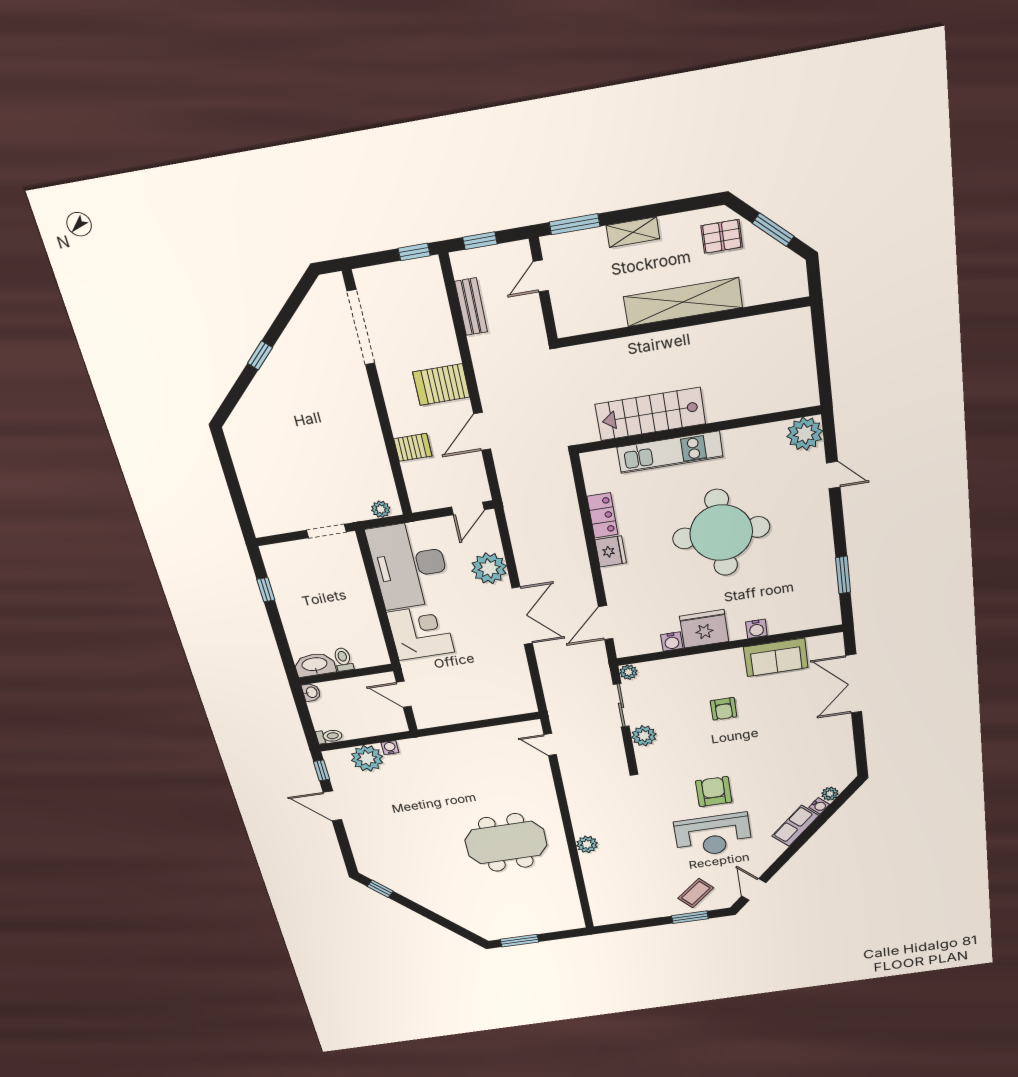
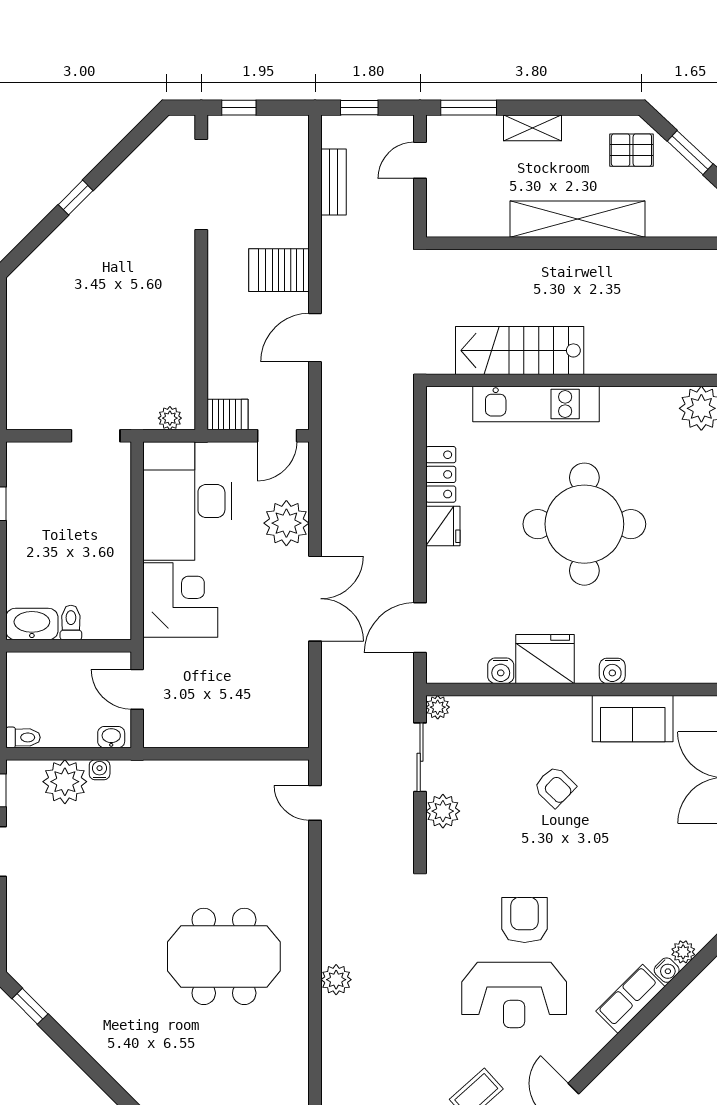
window: (414, 252) -> (239, 108), moved
server rack: (413, 447) -> (228, 415), moved
washbasin: (311, 692) -> (111, 737), moved, turned -90
armchair: (724, 709) -> (555, 787), turned -46

